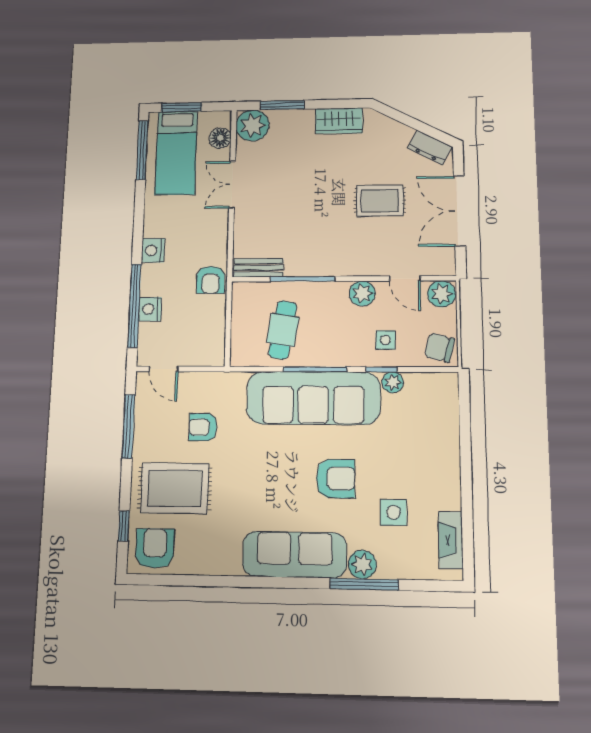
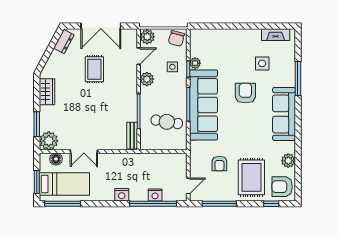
armchair: (211, 280) -> (139, 162), removed
plant: (362, 564) -> (288, 161), moved

